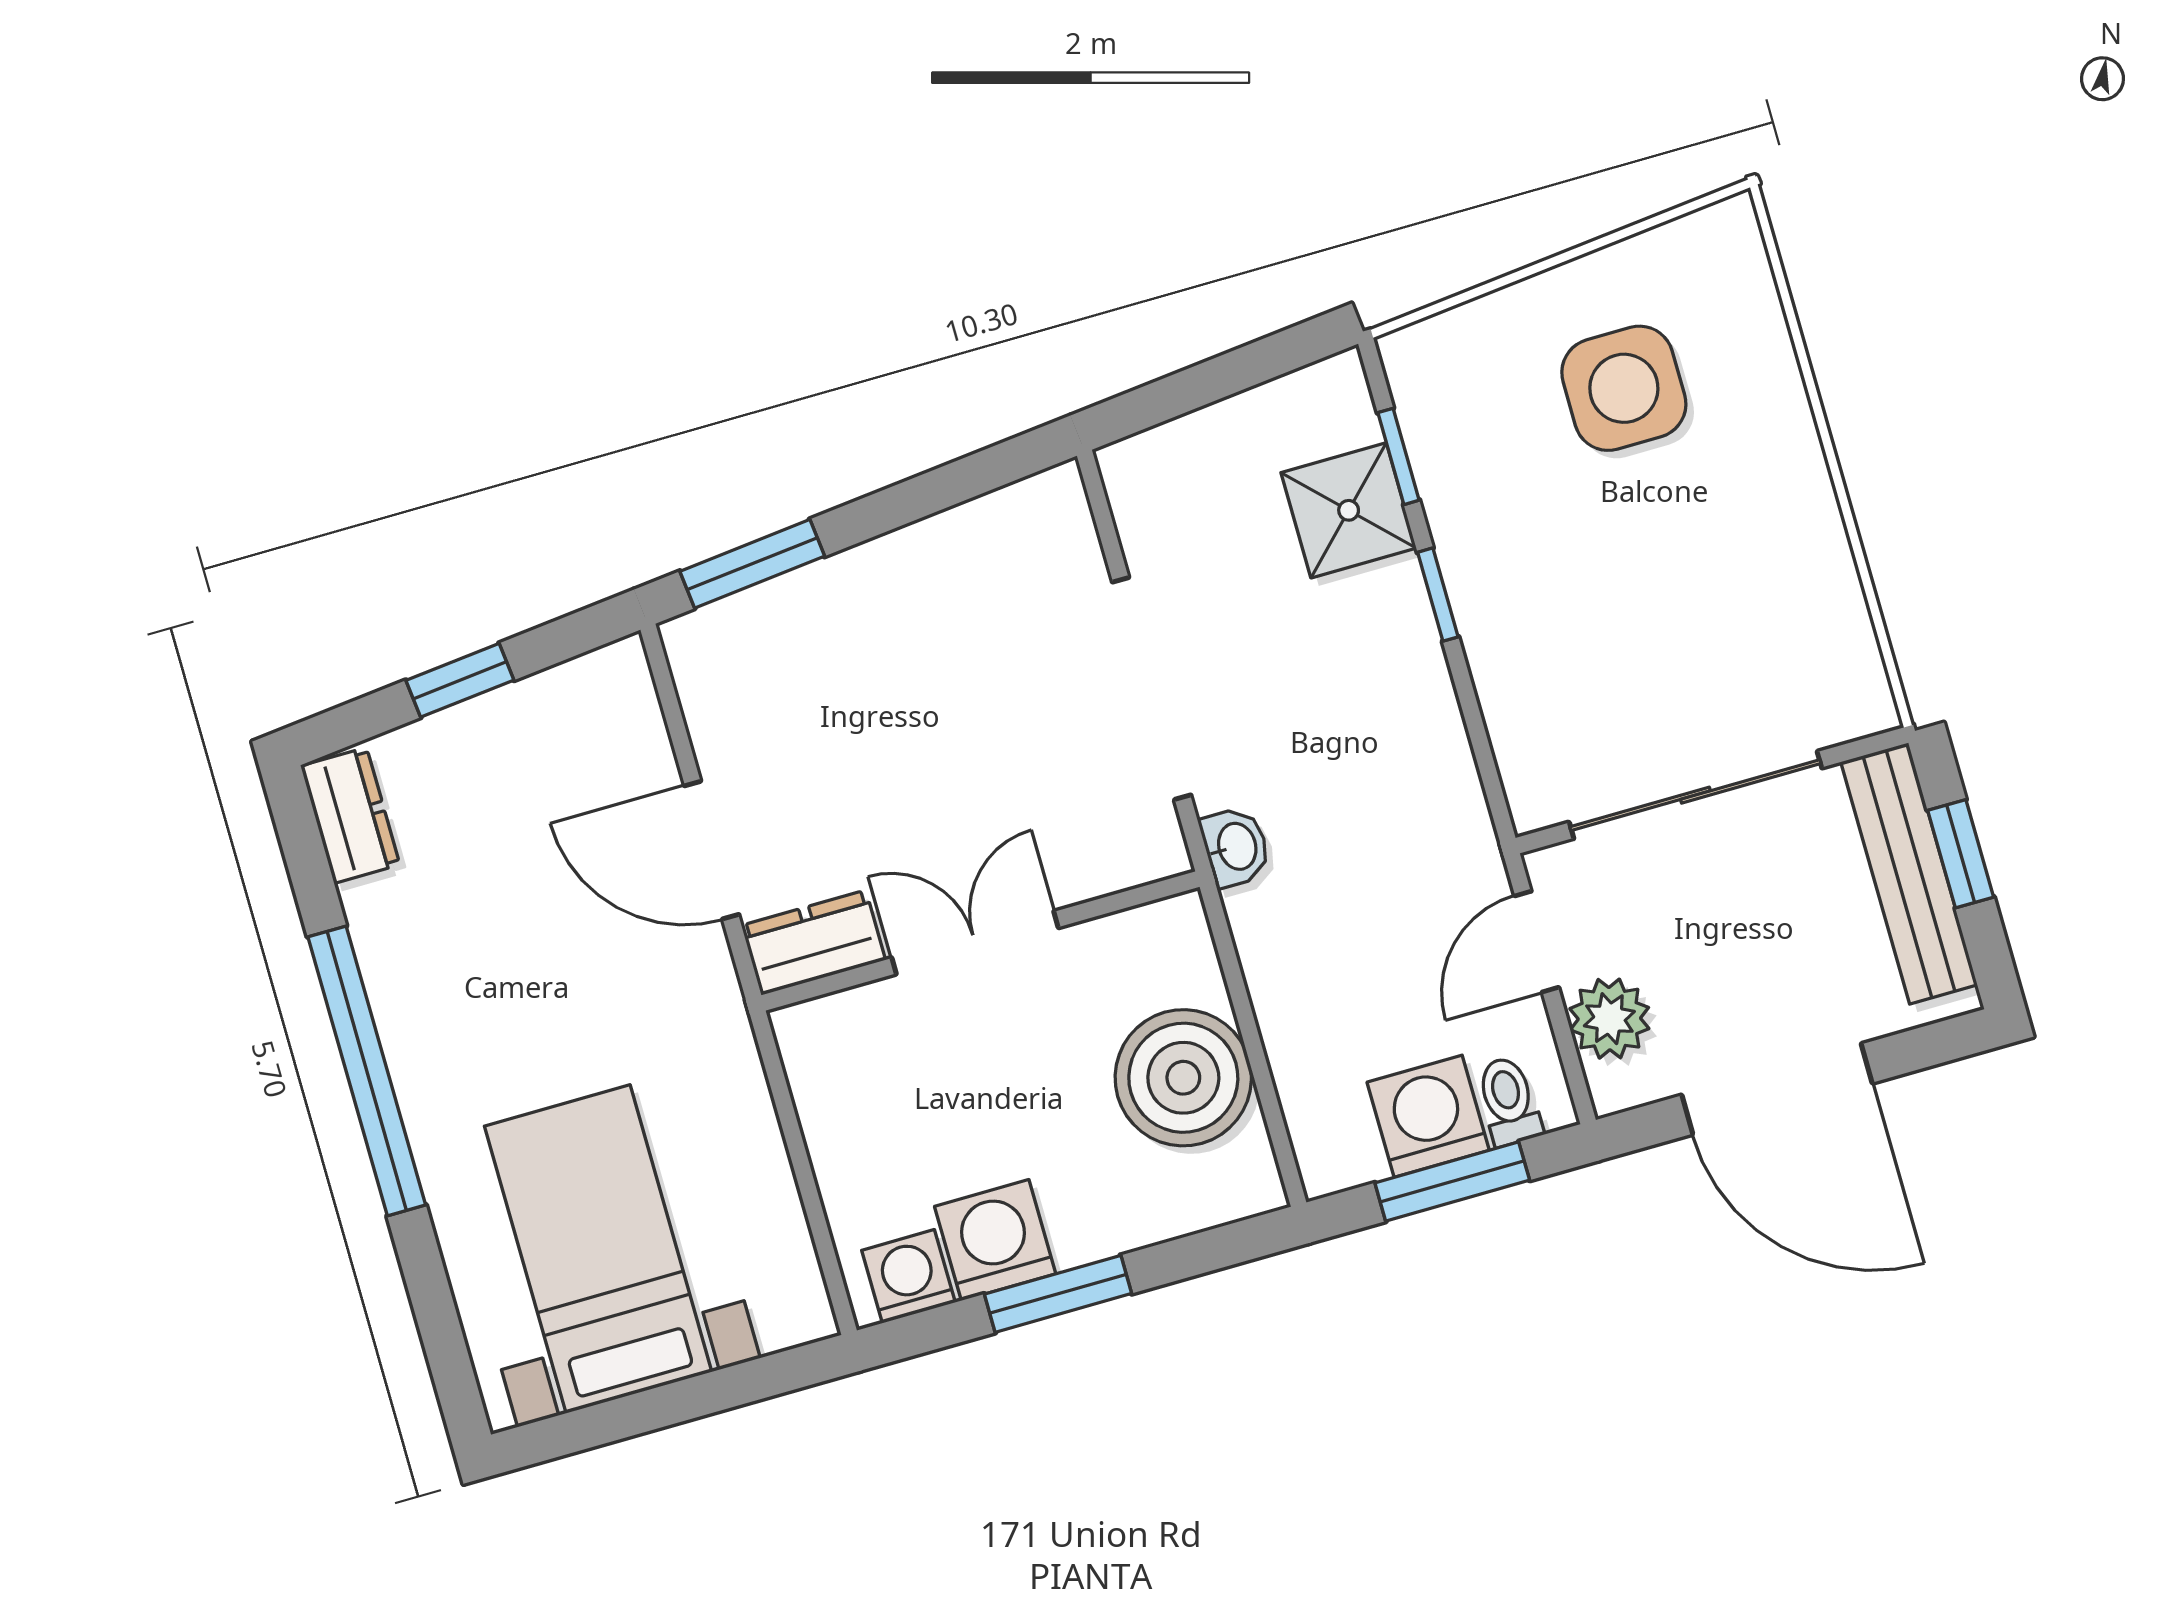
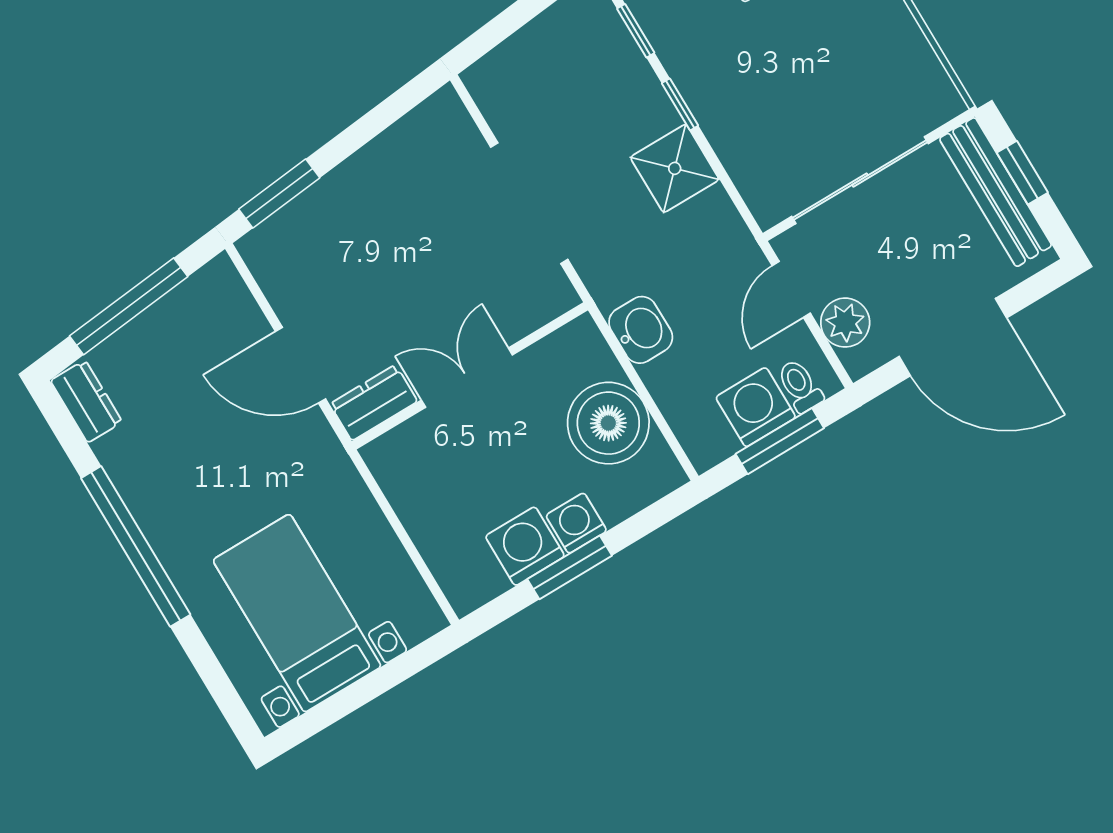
shower: (1349, 510) -> (675, 168), moved
window: (460, 680) -> (129, 306), width x2.17
washbasin: (1236, 847) -> (641, 330), moved, width x1.38, depth x1.45
washing machine: (908, 1276) -> (576, 523), moved

